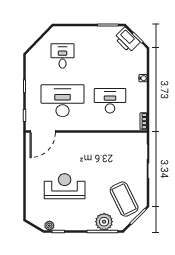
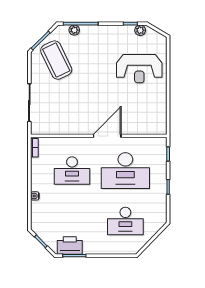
printer: (127, 40) -> (70, 246), moved, turned -45
desk: (63, 56) -> (125, 221), width x1.37
door: (43, 132) -> (107, 136), moved
reception desk: (65, 186) -> (139, 69), moved
plant: (104, 222) -> (74, 30), width x0.53, depth x0.53

